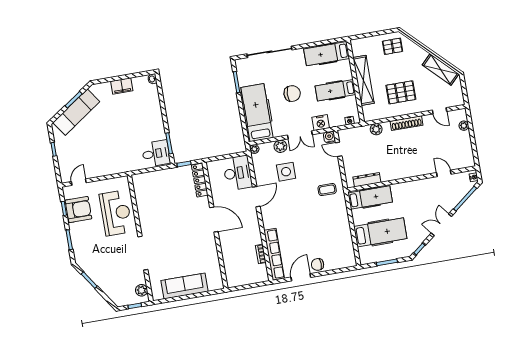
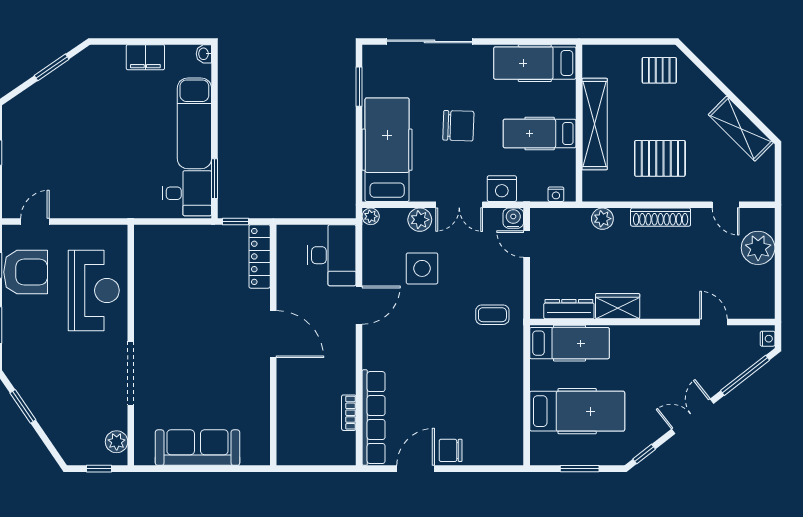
exam couch: (76, 112) -> (194, 123), moved, turned 124
plant: (464, 126) -> (758, 248), width x1.88, depth x1.88
wardrobe: (392, 174) -> (618, 306), added

